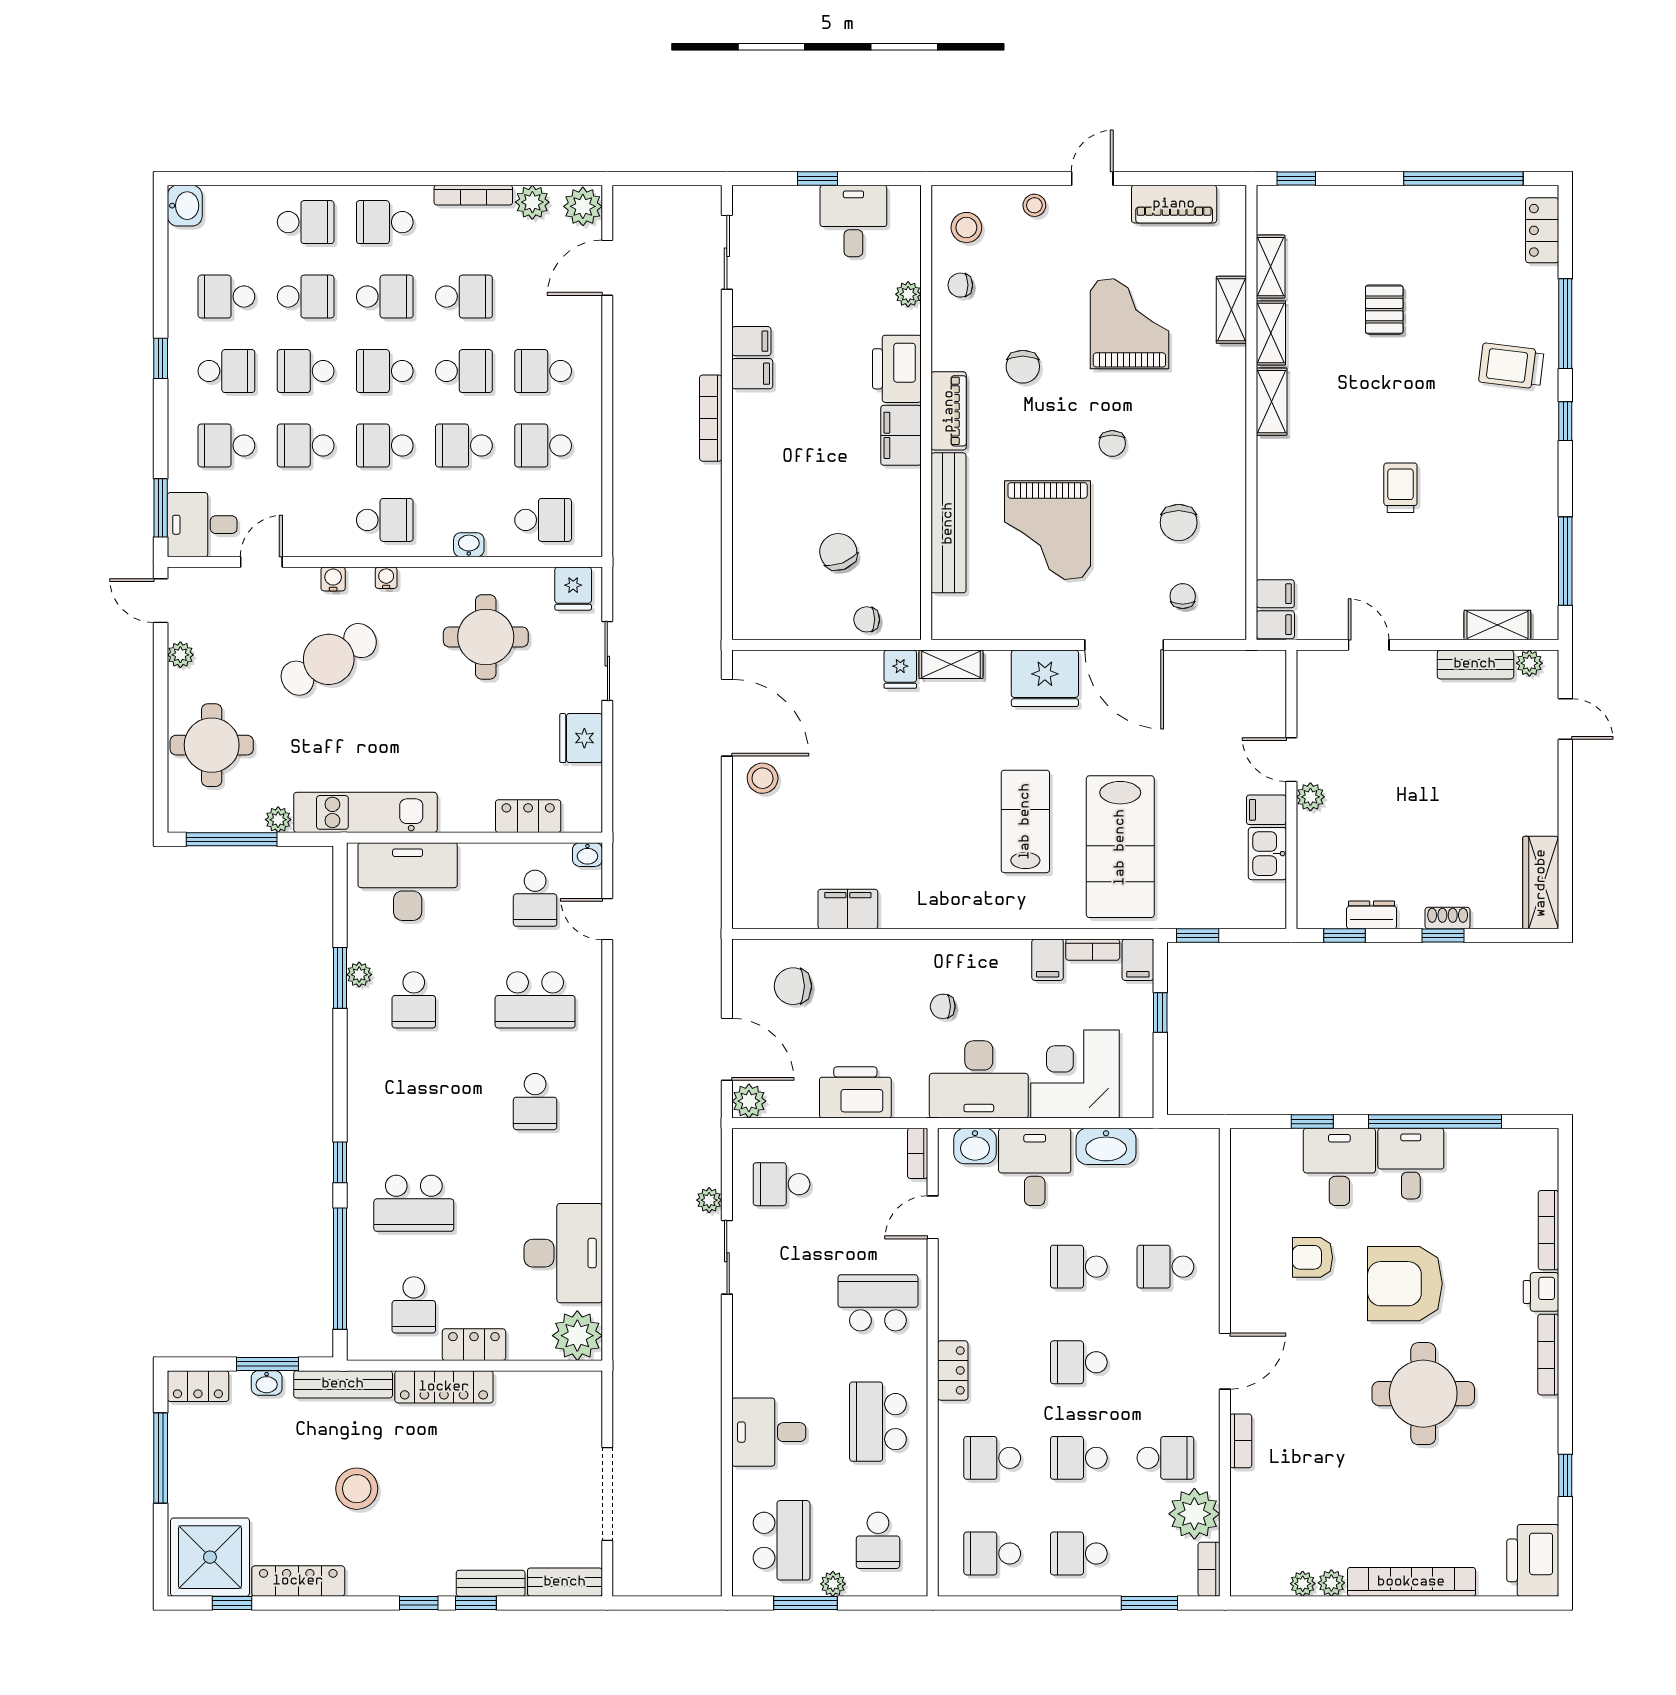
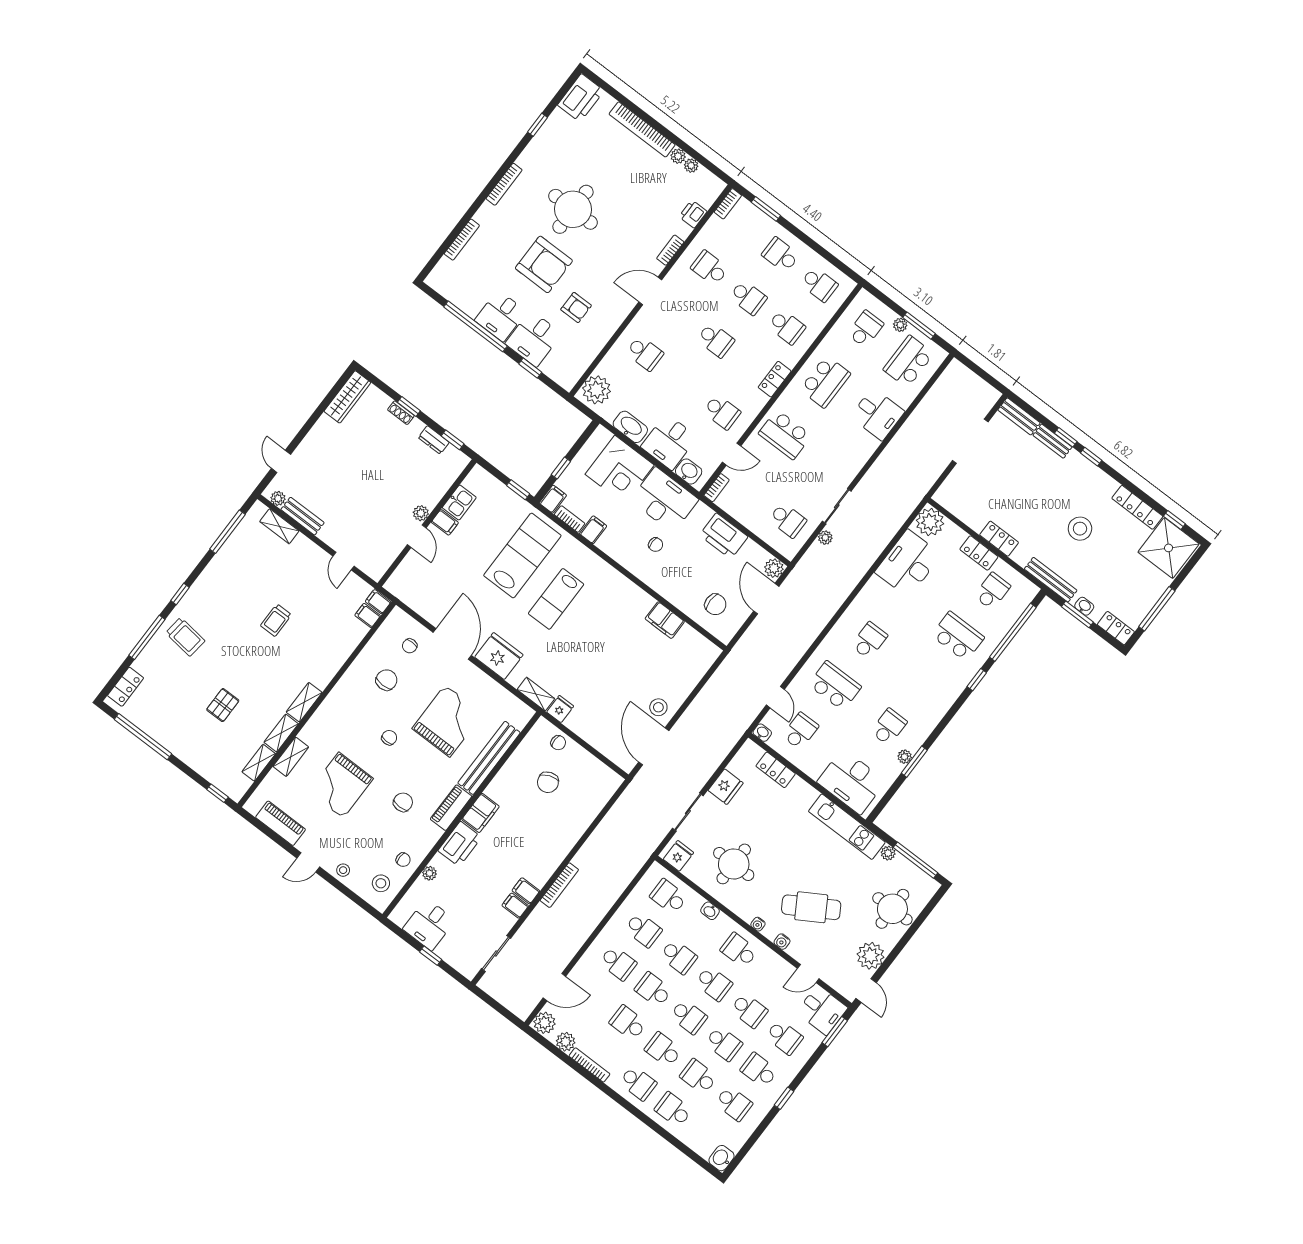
plant: (180, 655) -> (871, 956), width x1.88, depth x1.88
school desk: (1079, 1267) -> (722, 412), moved
printer: (1541, 1292) -> (693, 214), moved, turned 180
locker: (444, 1387) -> (999, 539), width x0.66
plant: (1194, 1514) -> (596, 390), moved
school desk: (1079, 1553) -> (781, 255), turned 180

